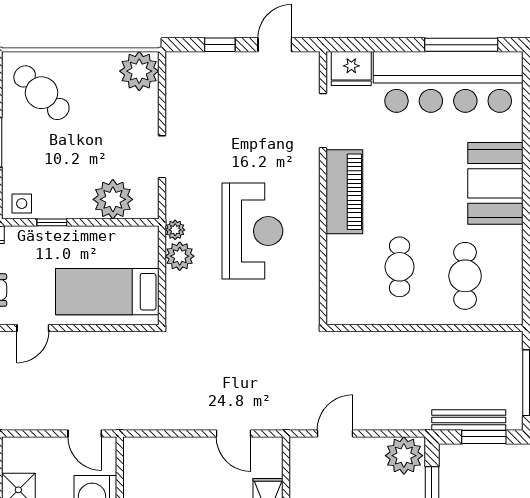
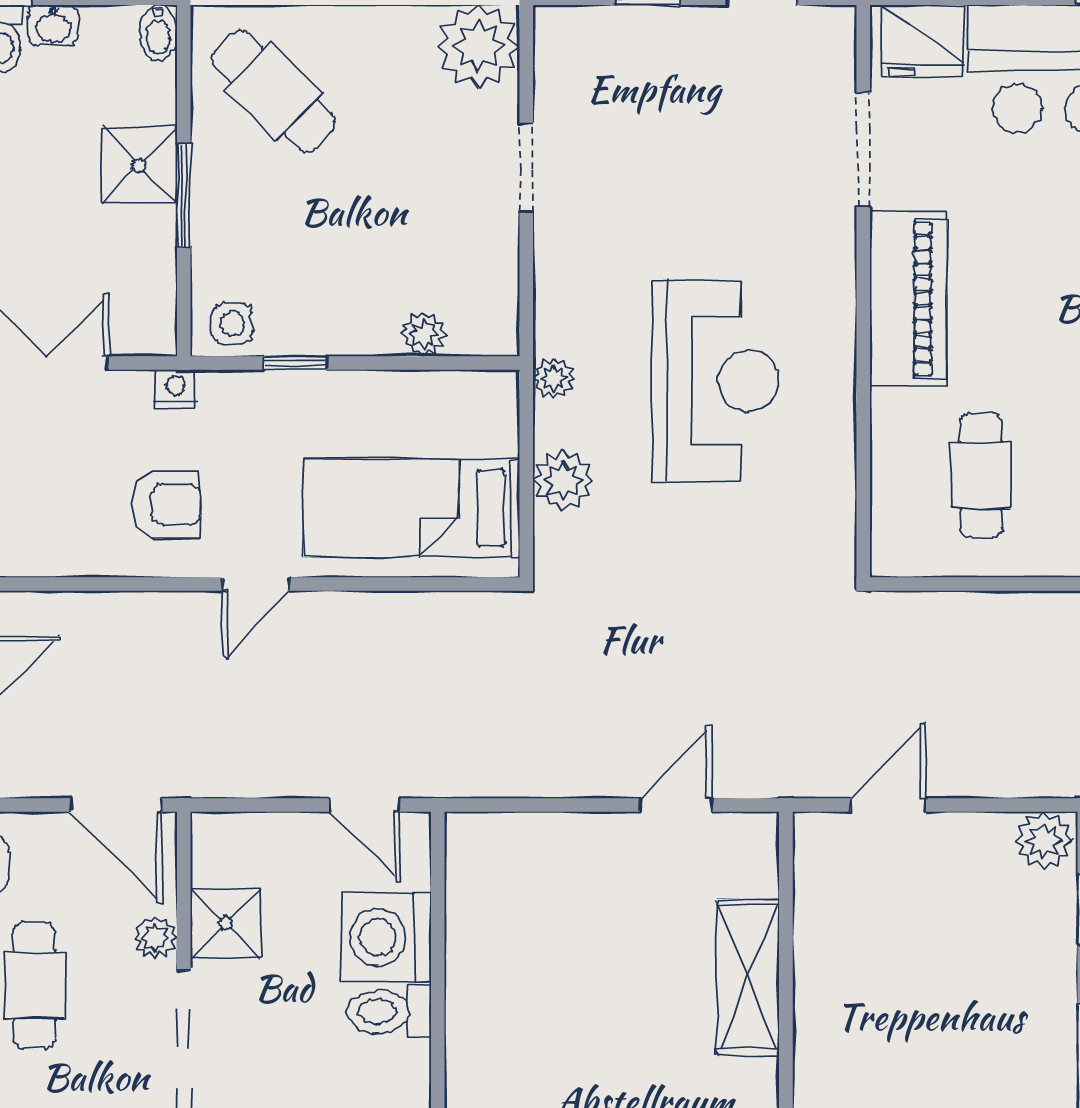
doorway: (162, 157) -> (526, 168), moved
plant: (113, 199) -> (423, 334), width x0.53, depth x0.53
plant: (180, 256) -> (563, 481), moved
cafe table: (400, 267) -> (981, 475), moved
door: (233, 433) -> (676, 805), swing flipped
plant: (404, 456) -> (1043, 841), width x0.73, depth x0.73

